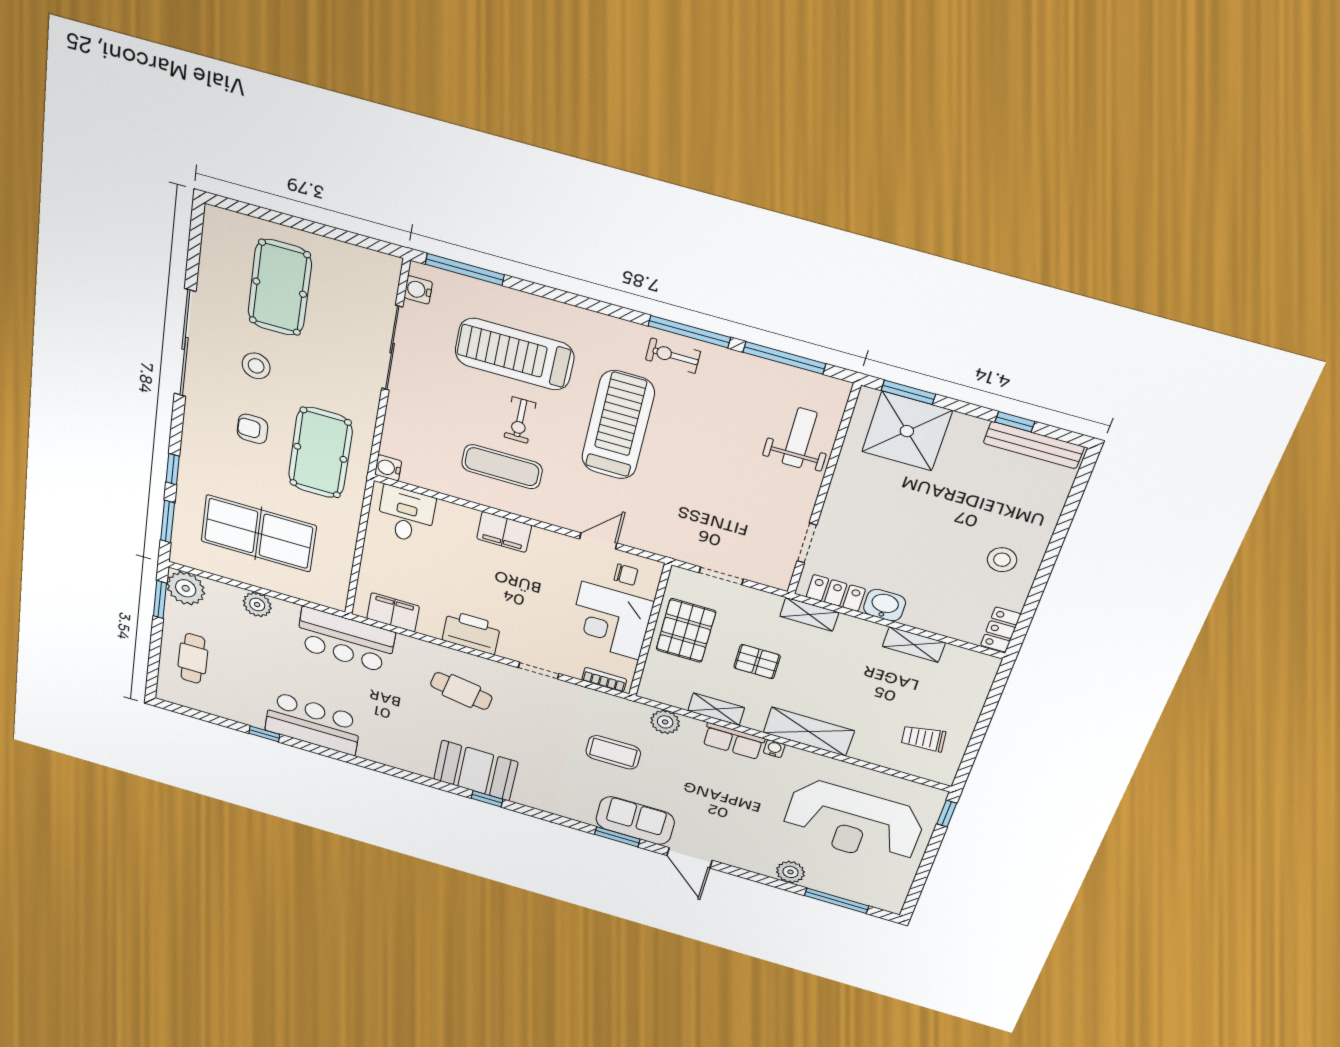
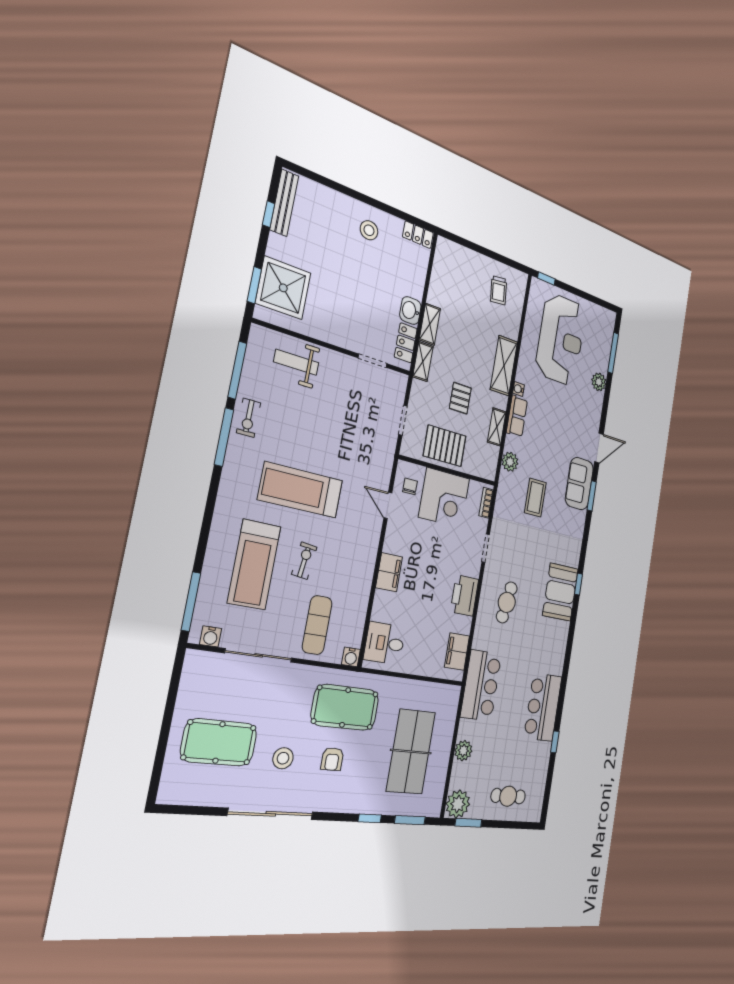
exercise bike: (673, 356) -> (249, 418), moved
exercise bike: (520, 420) -> (304, 561), turned -83
exercise mat: (502, 467) -> (317, 625), moved
shelving: (914, 645) -> (430, 324), moved

